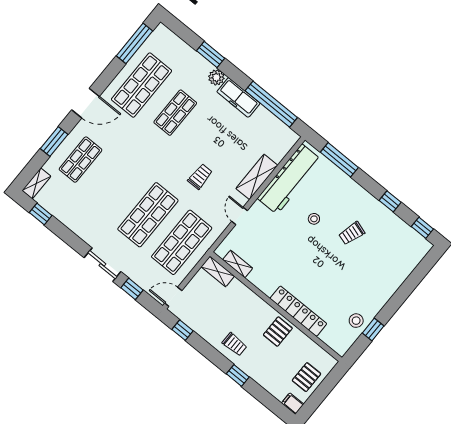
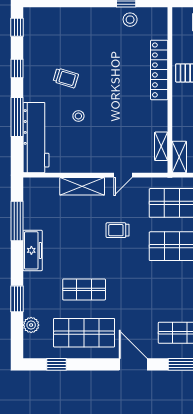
window: (134, 43) -> (56, 364), width x0.46
plant: (216, 77) -> (31, 325), moved
window: (271, 104) -> (17, 221), width x0.68
window: (339, 160) -> (17, 117), moved
workbench: (289, 179) -> (36, 138), moved, turned 90

